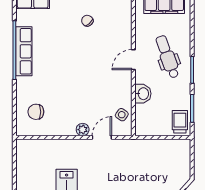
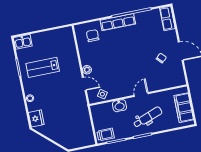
row of seats: (24, 51) -> (118, 22), moved
door: (133, 60) -> (141, 95), hinge flipped

